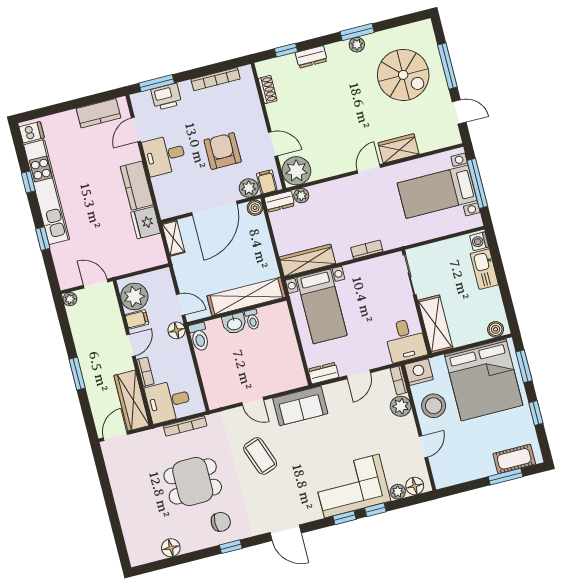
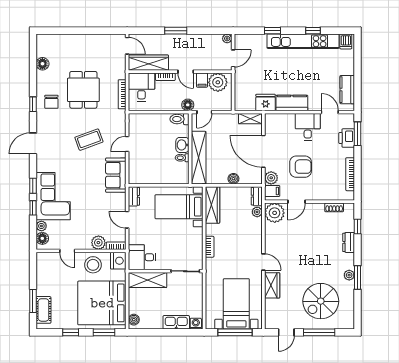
boiler: (255, 208) -> (233, 179), moved

